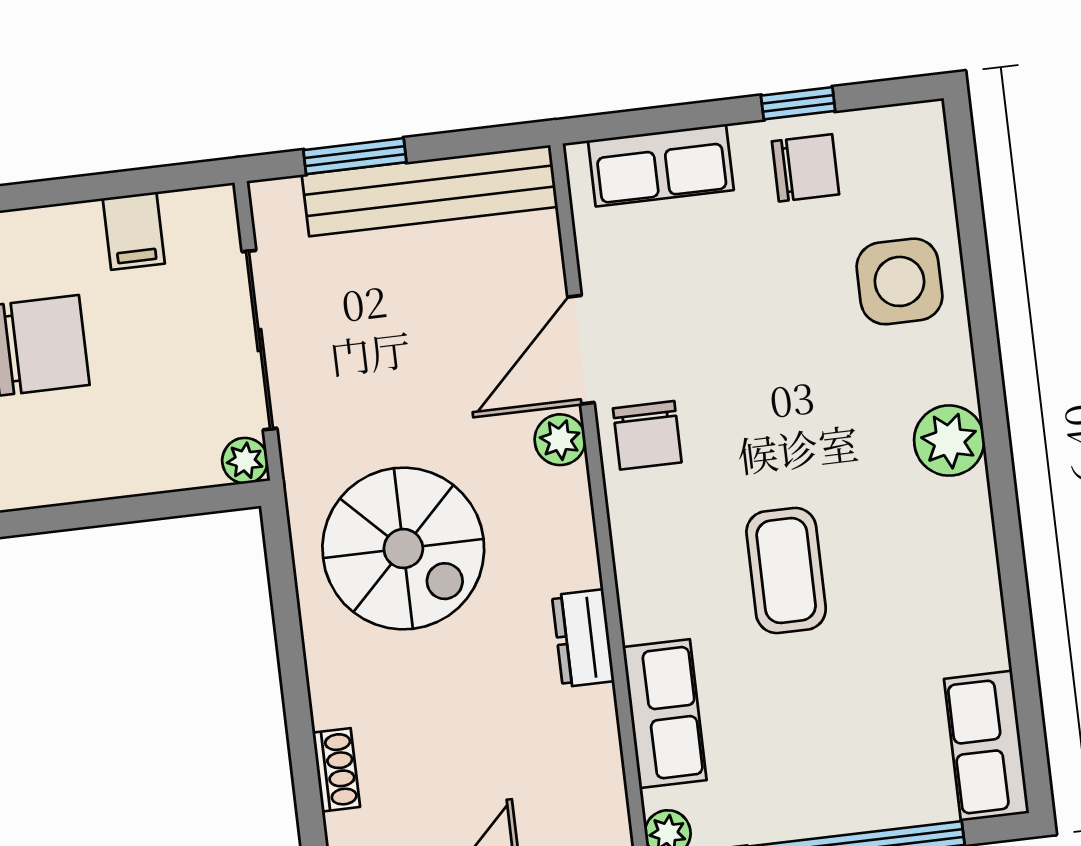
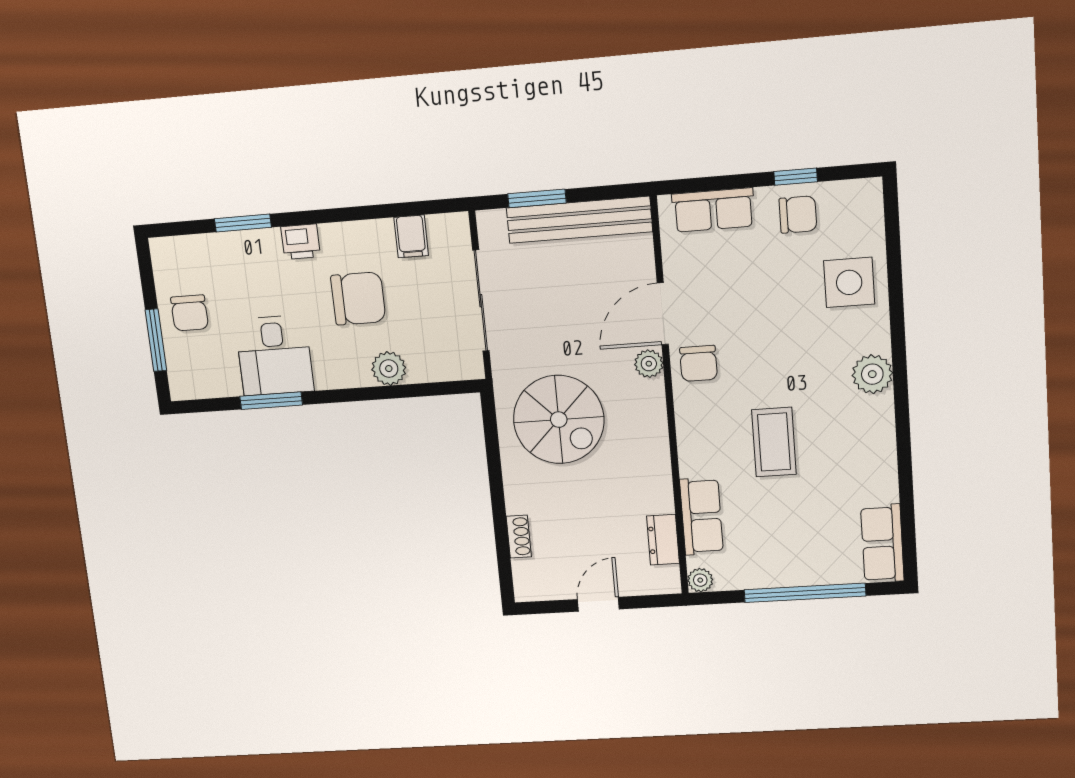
plant: (245, 461) -> (389, 369), moved, width x1.38, depth x1.38
dresser: (583, 638) -> (663, 540), moved

